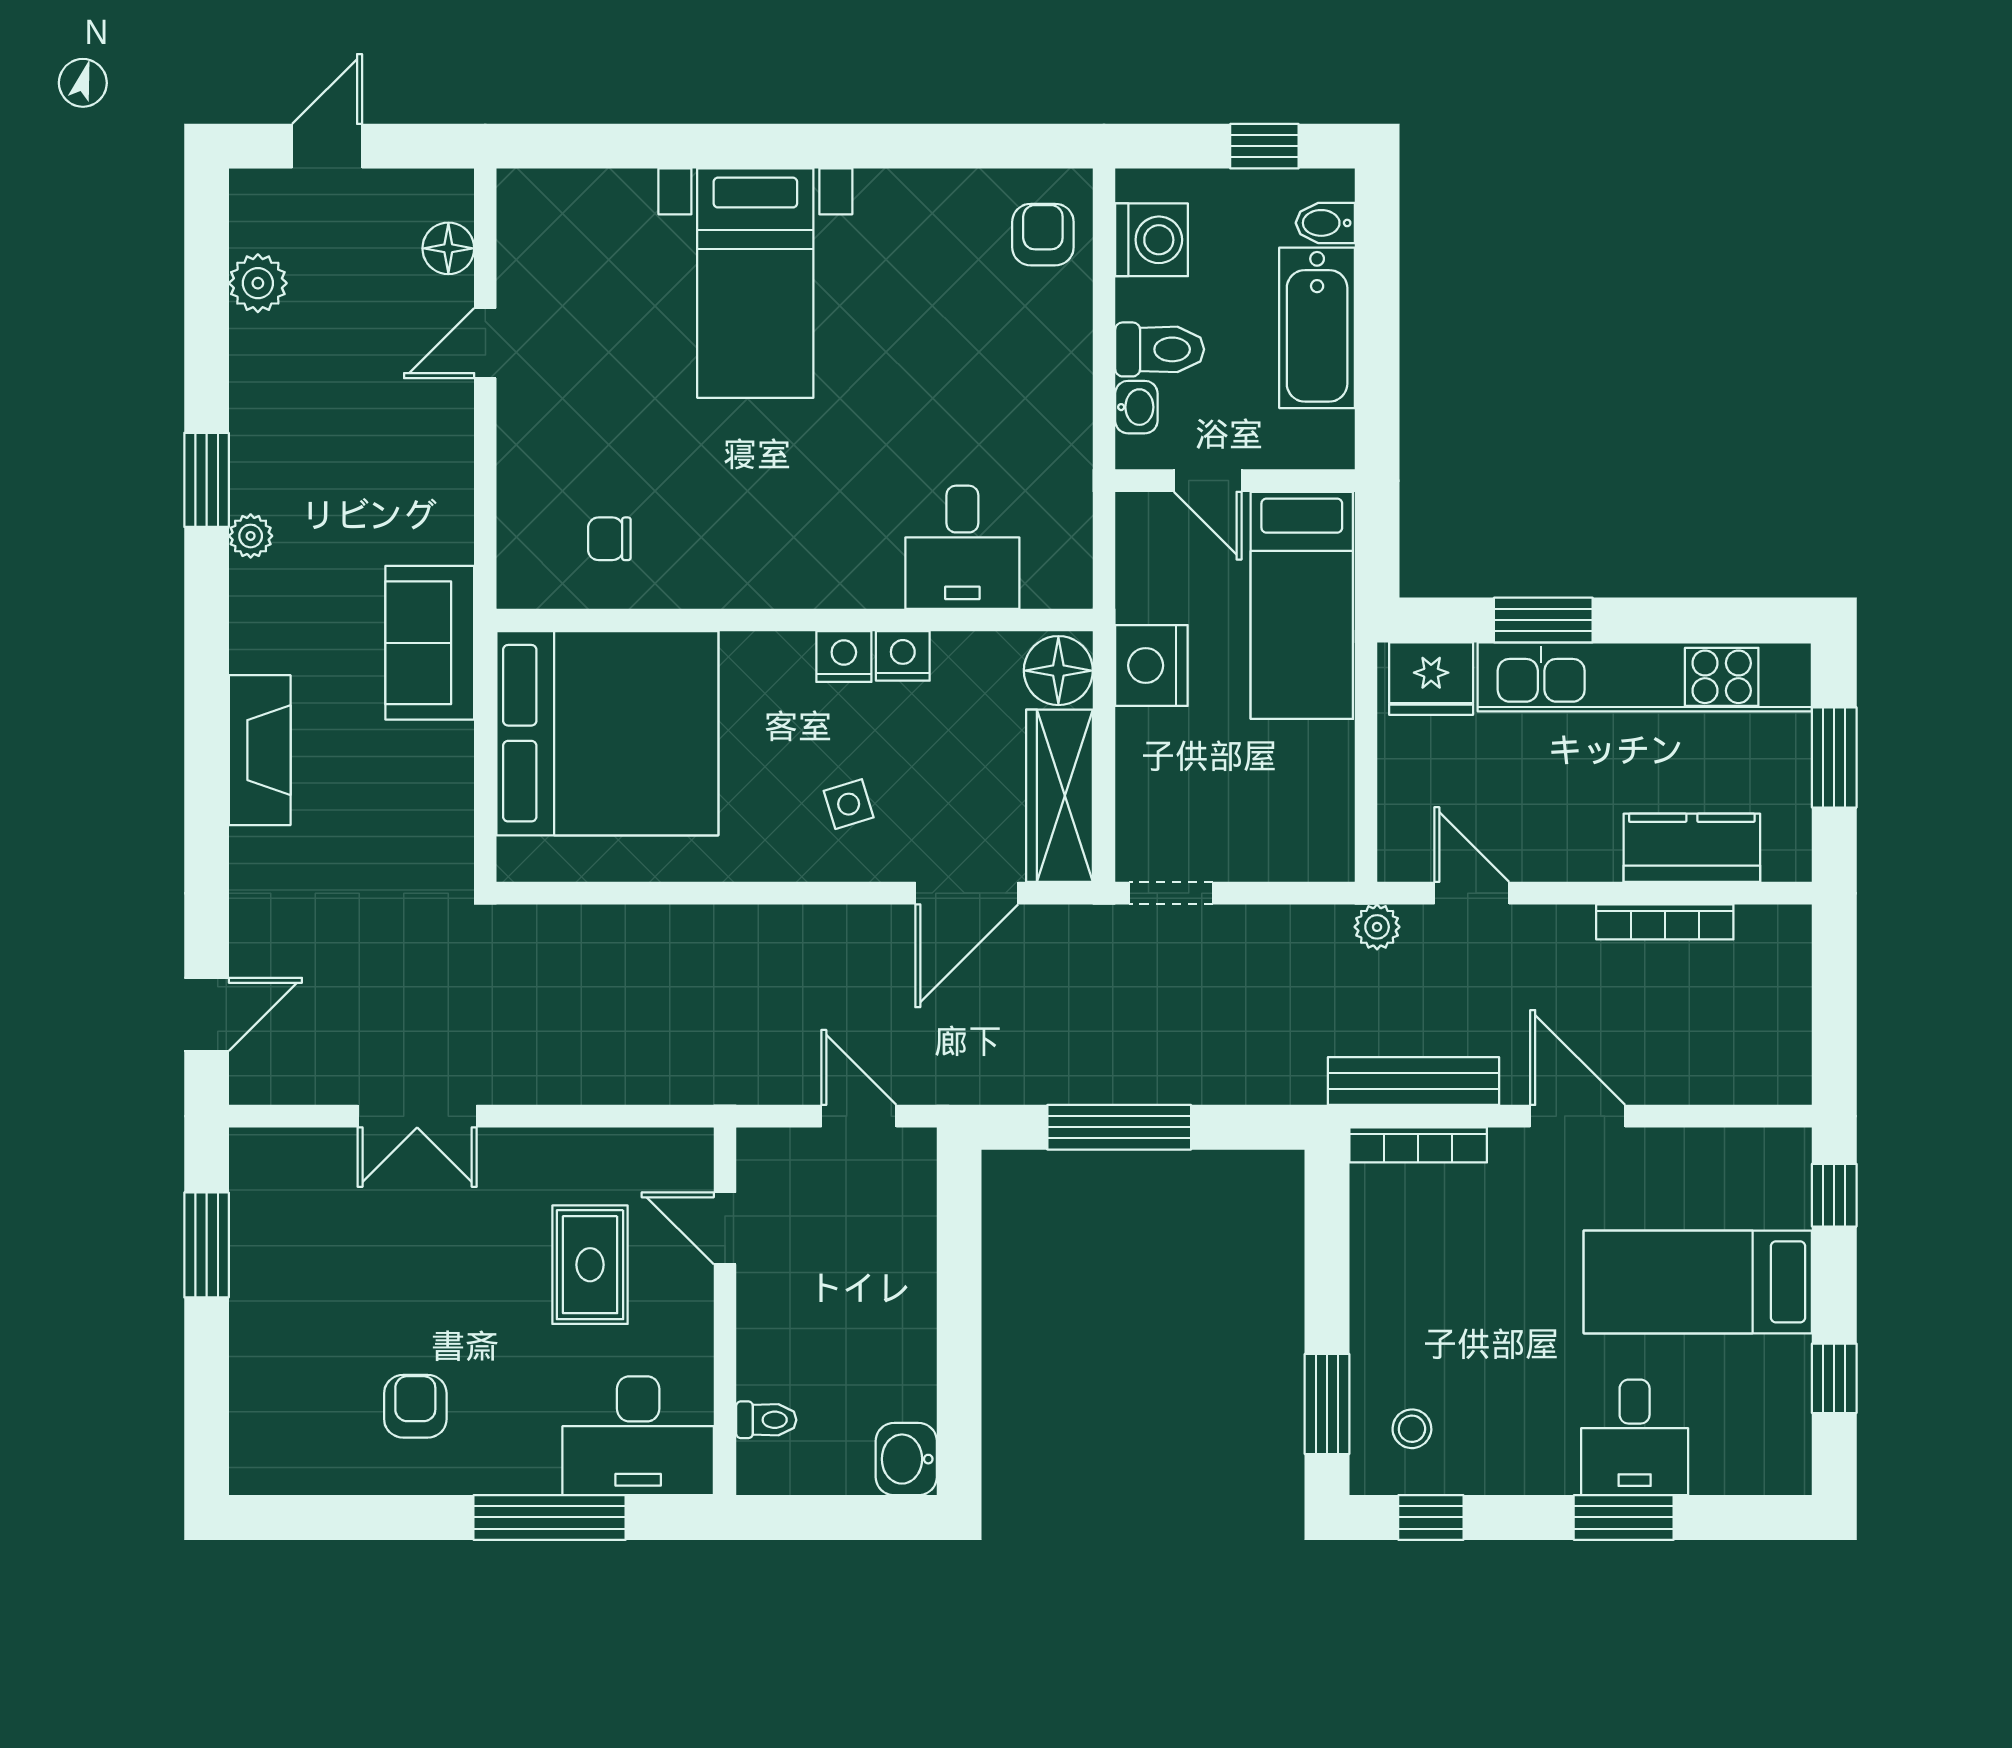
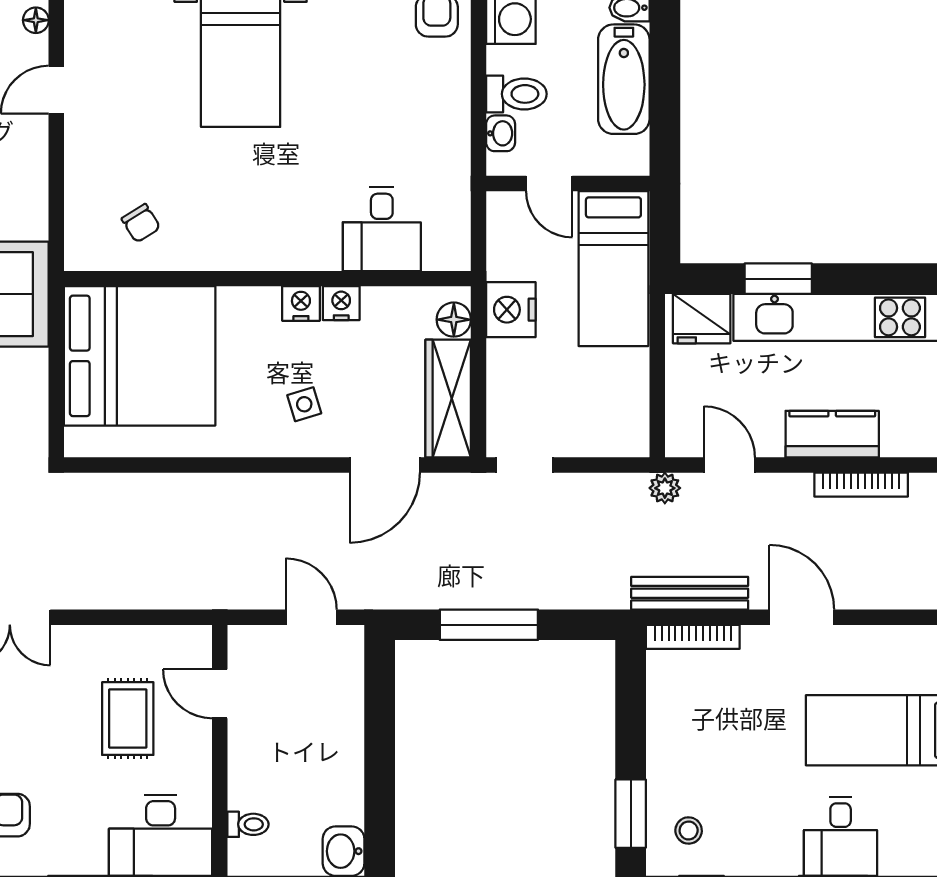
floor lamp: (448, 248) -> (36, 20), width x0.73, depth x0.73
chair: (609, 539) -> (141, 223), turned -122
floor lamp: (1058, 671) -> (454, 320), width x0.73, depth x0.73
kitchen counter: (1692, 848) -> (832, 434), moved

